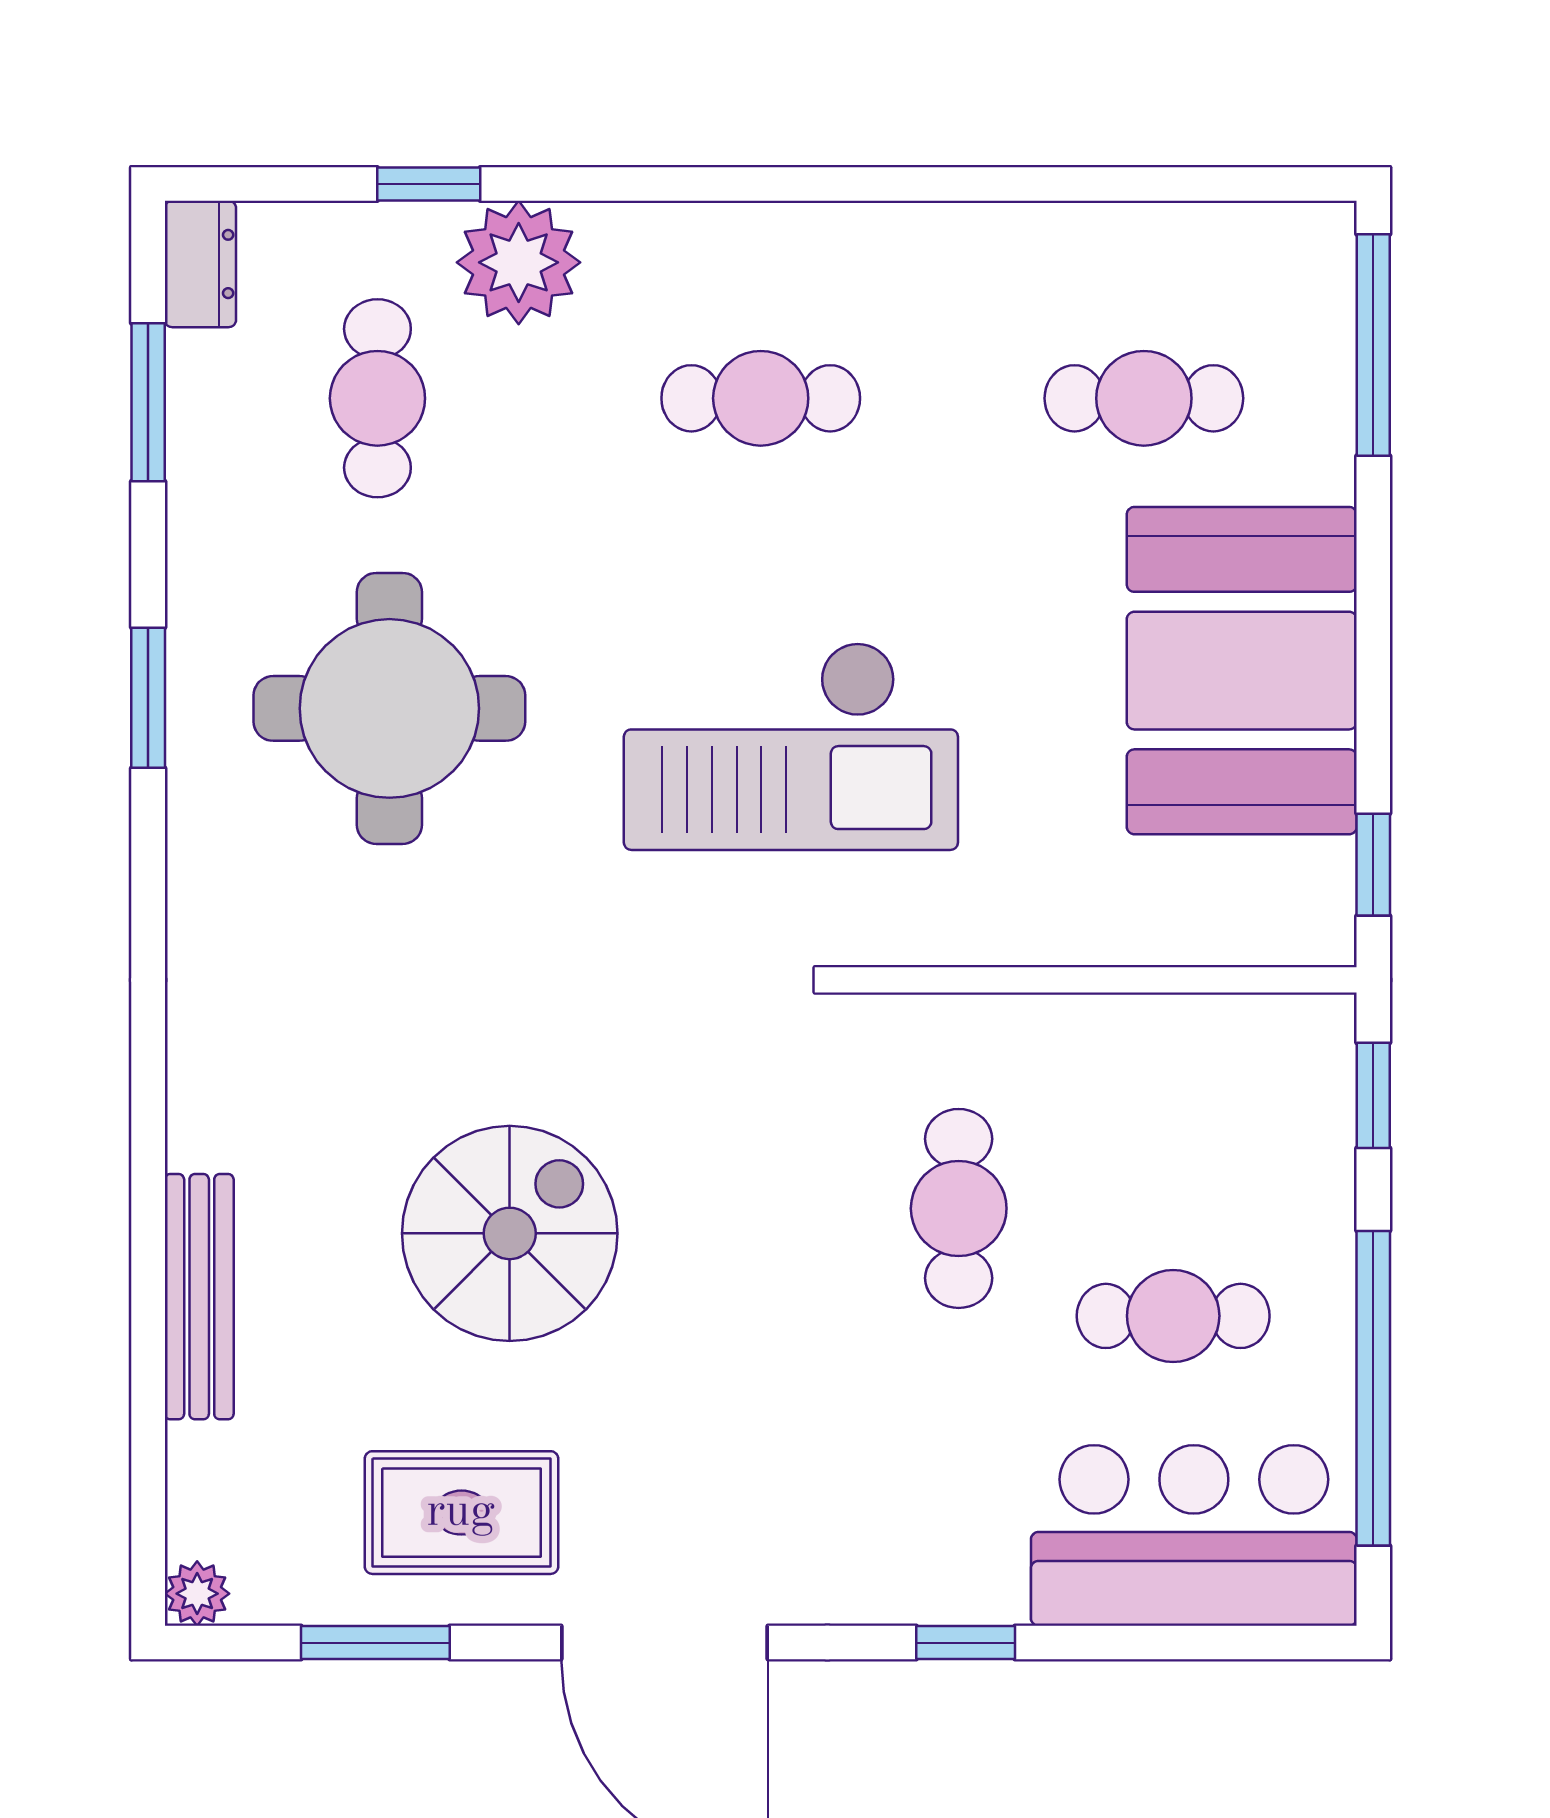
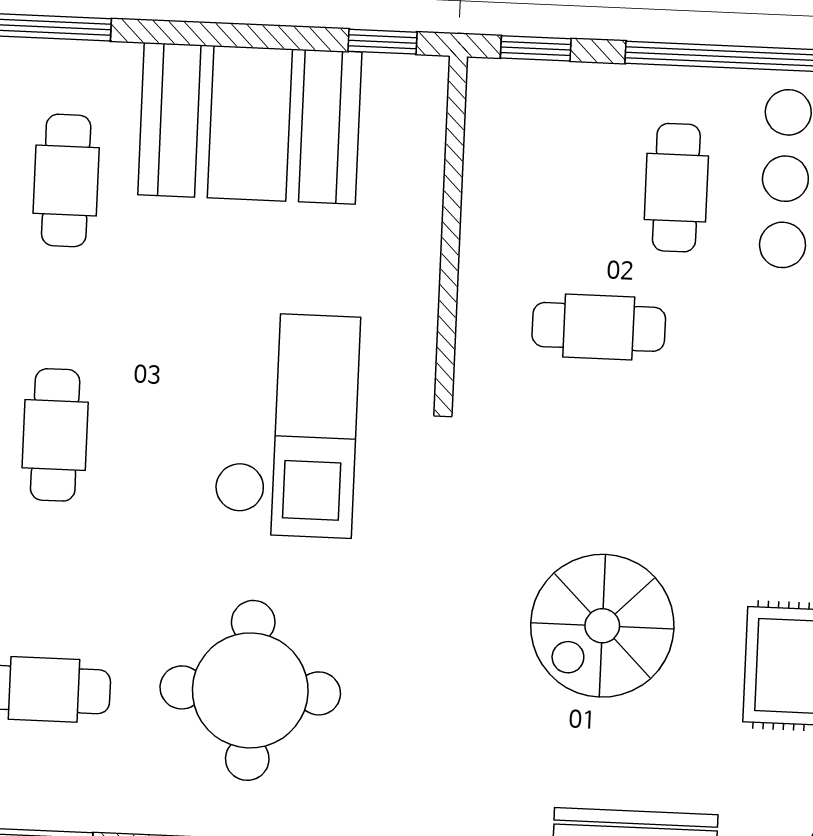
spiral stairs: (510, 1233) -> (602, 626), turned -90

